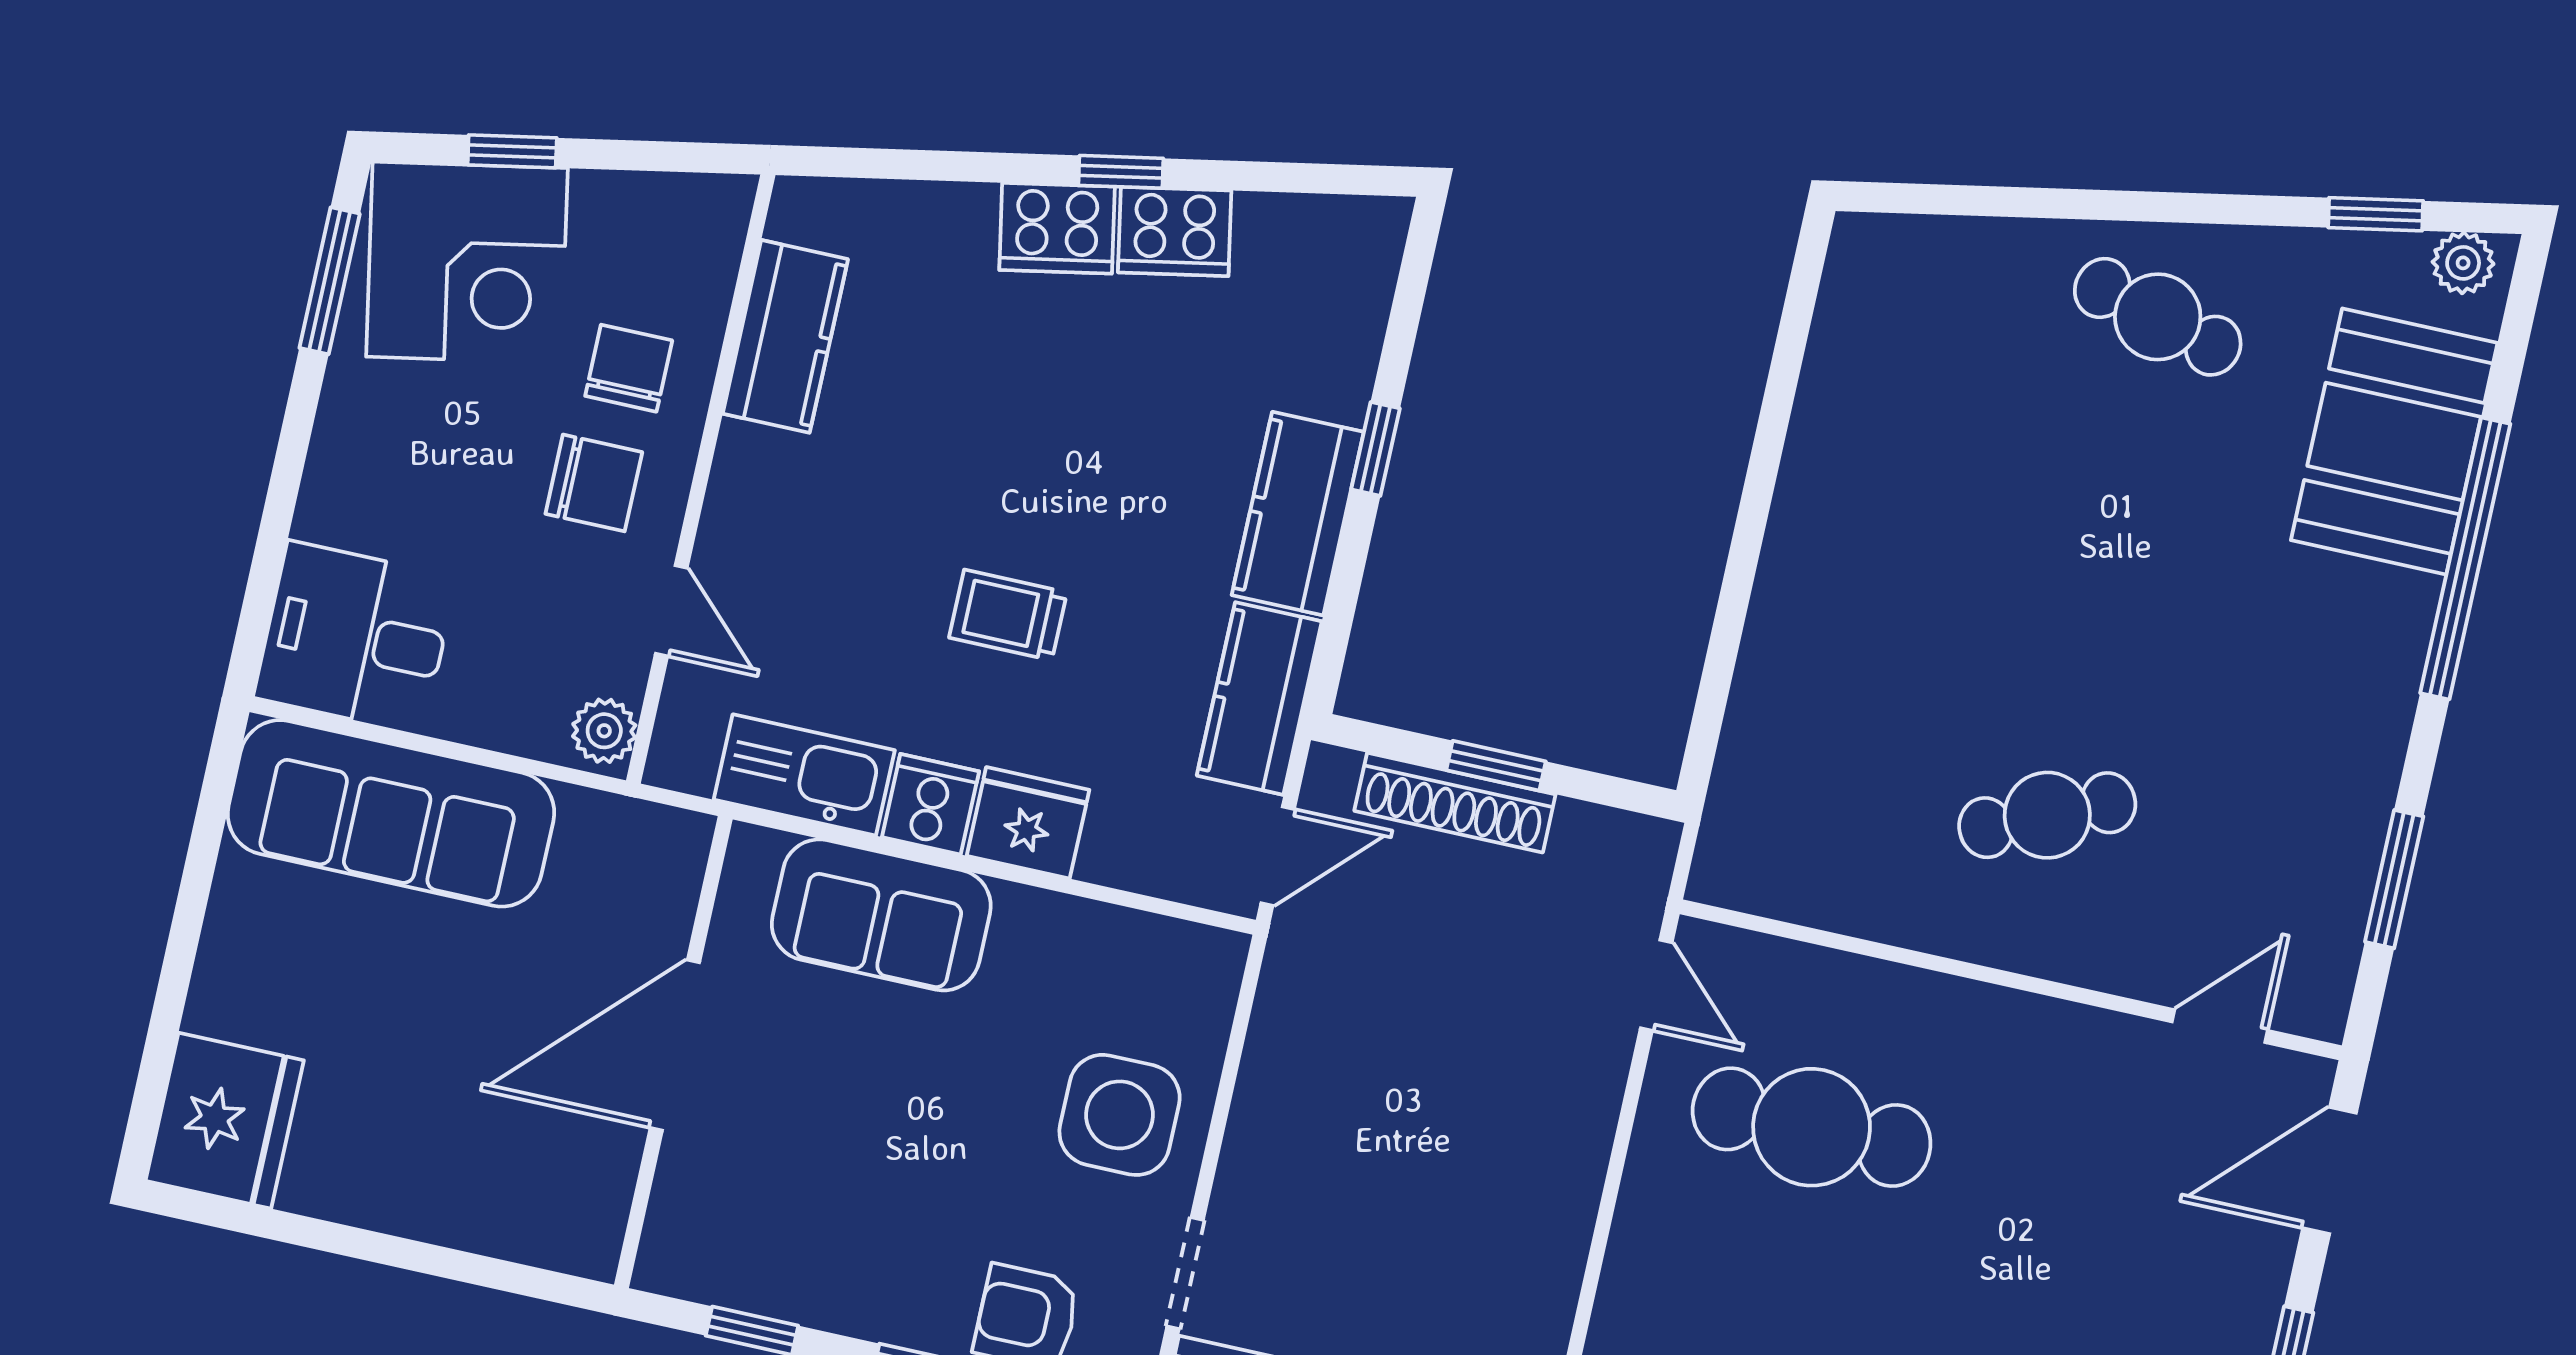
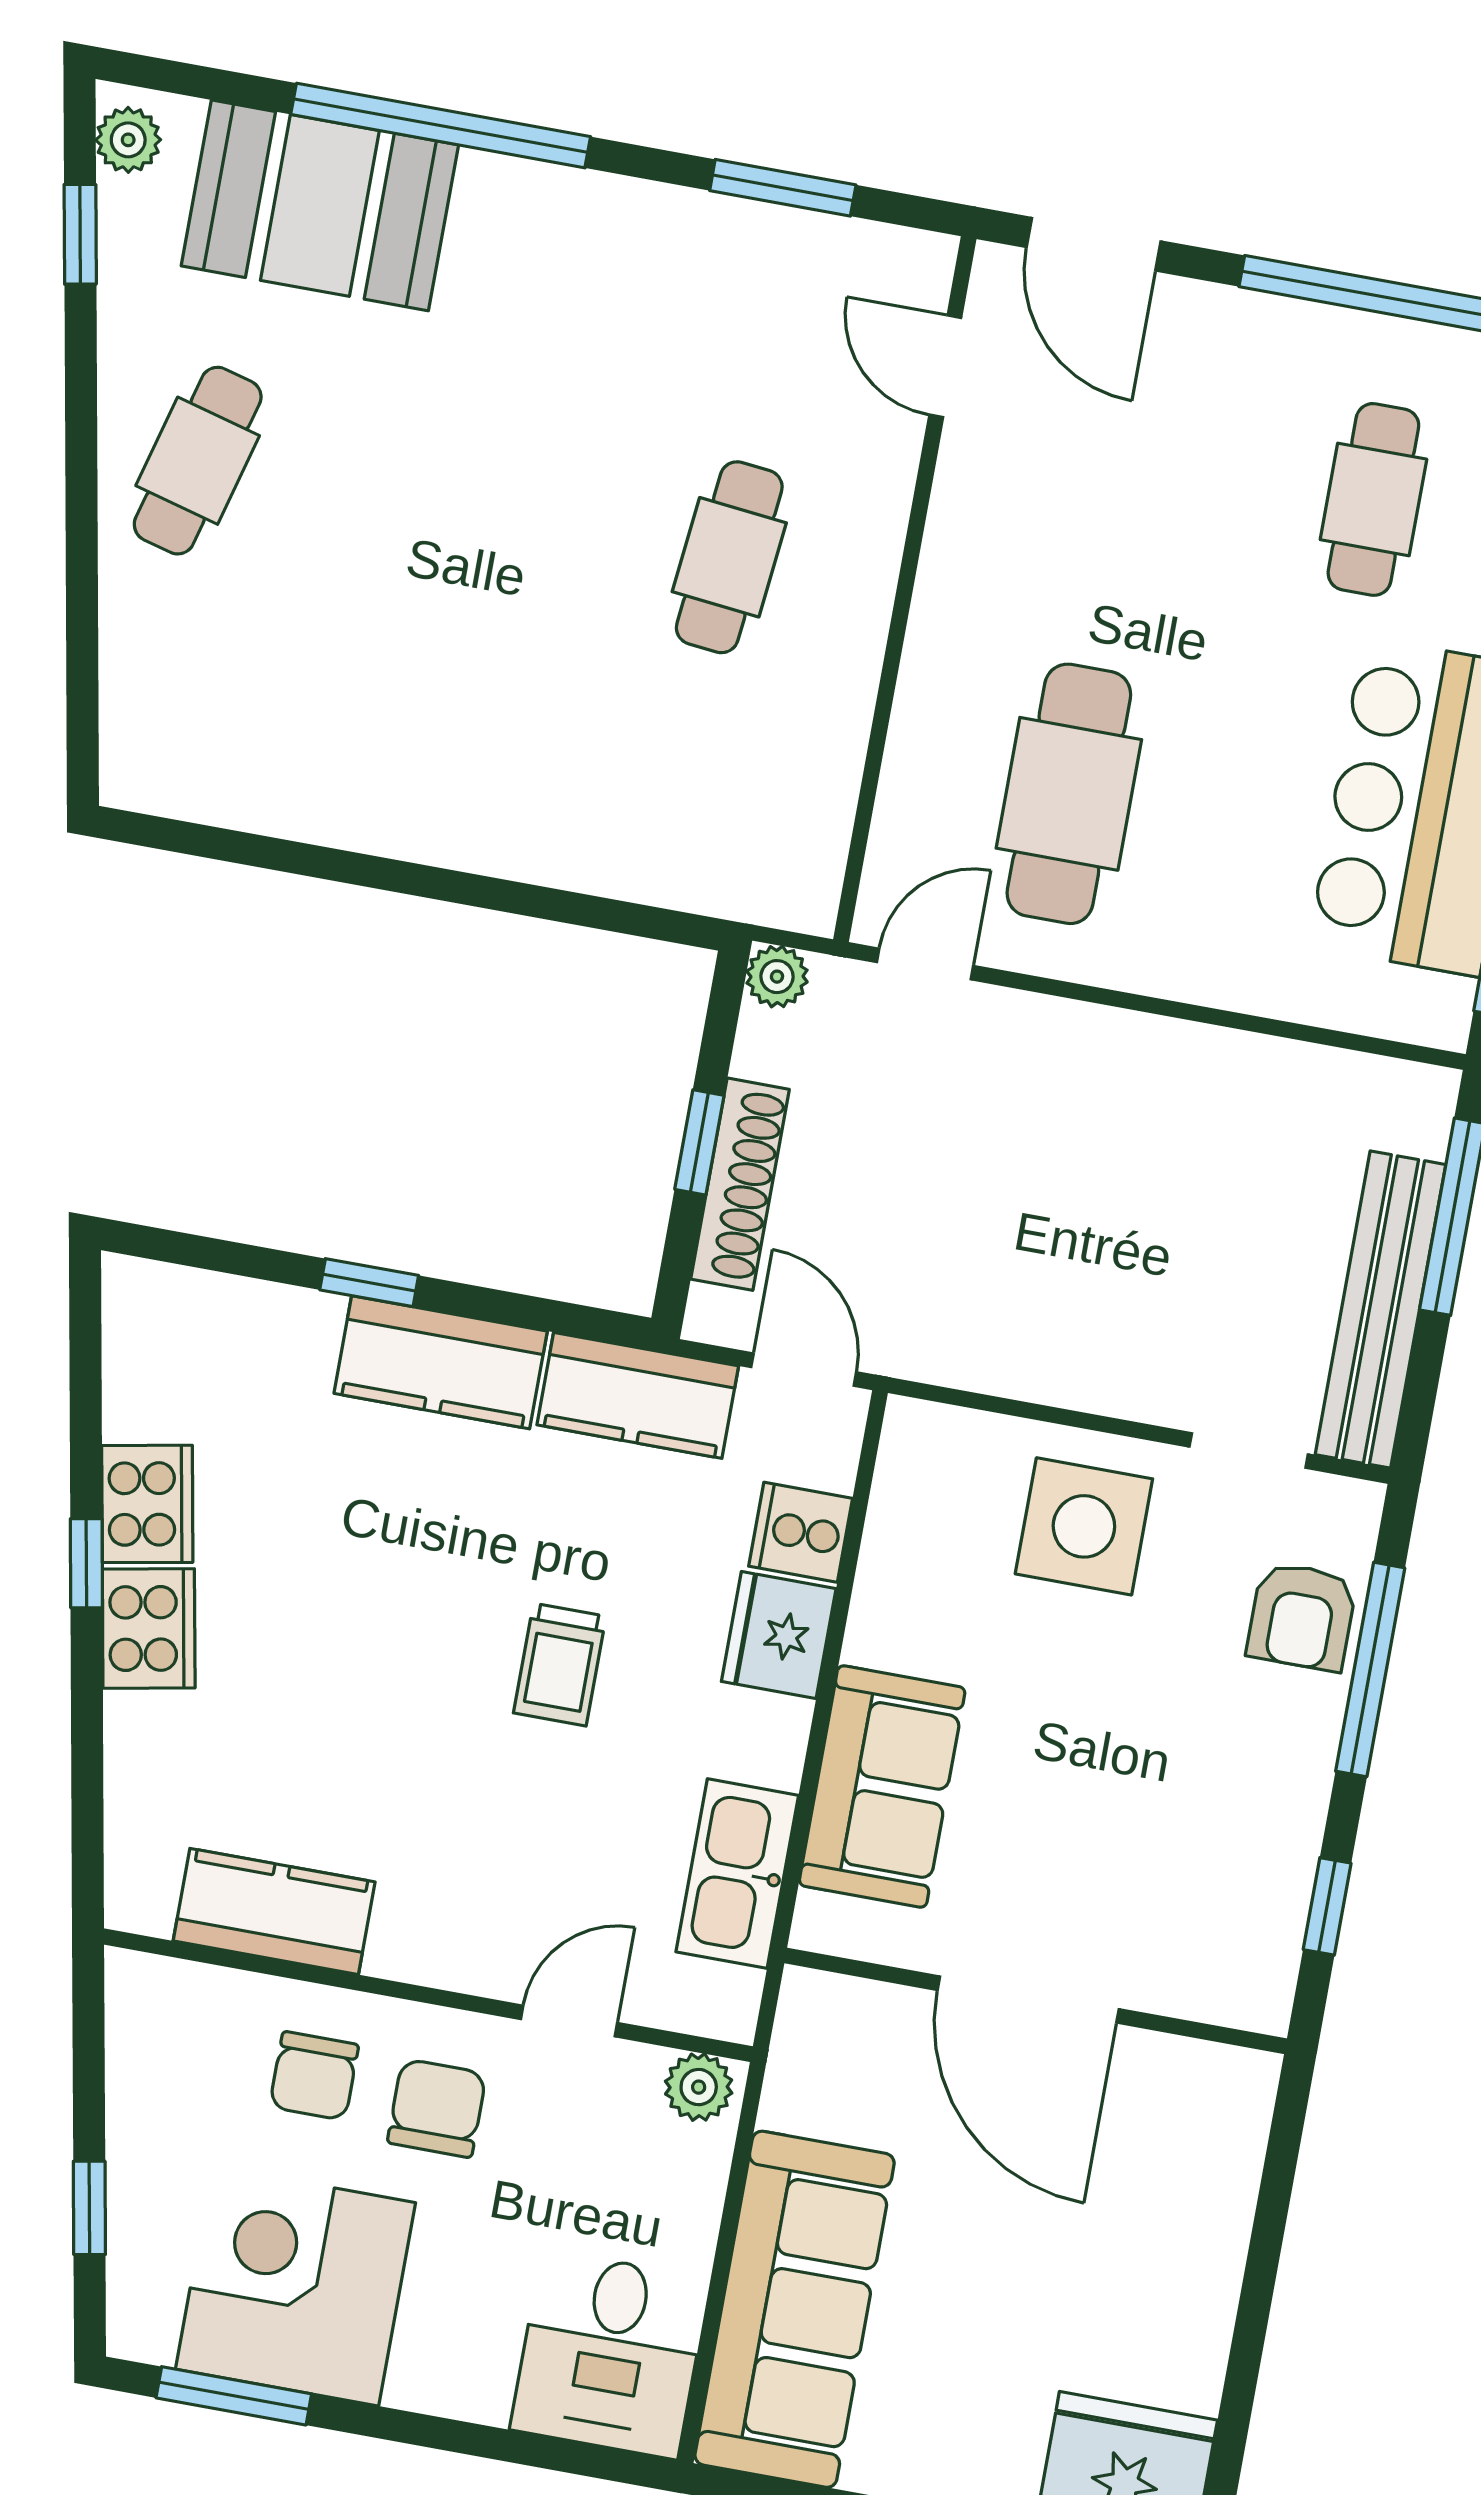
corner desk: (467, 262) -> (296, 2286), moved, turned -79
chair: (629, 368) -> (314, 2076), turned -90
cooker: (930, 804) -> (801, 1532), moved
cafe table: (2047, 815) -> (729, 557), turned 30
plant: (1650, 845) -> (777, 977), added

